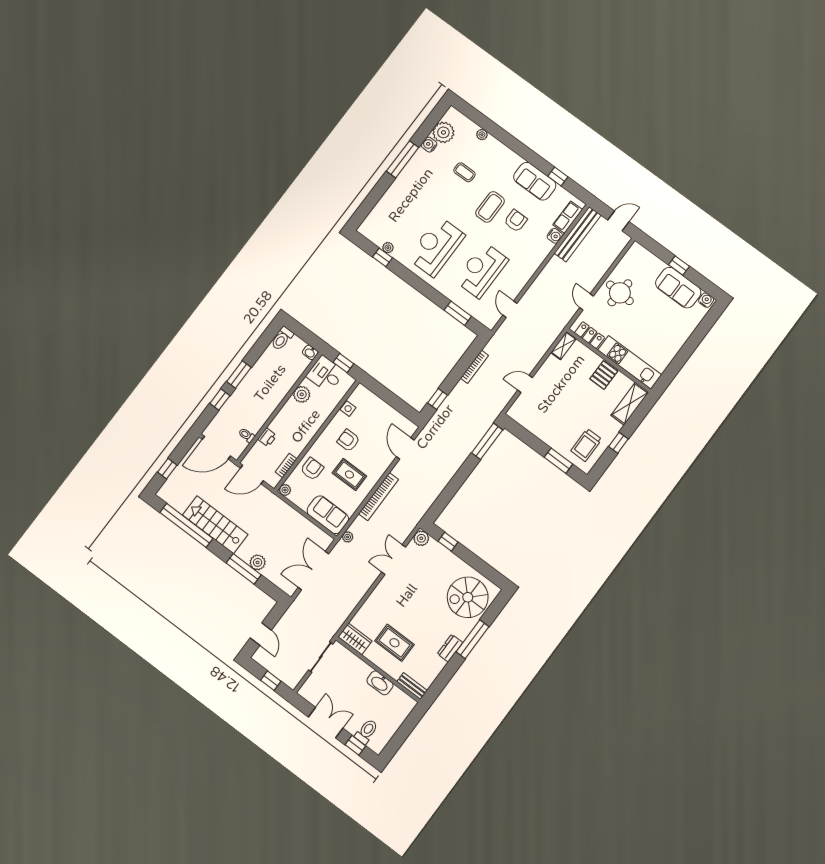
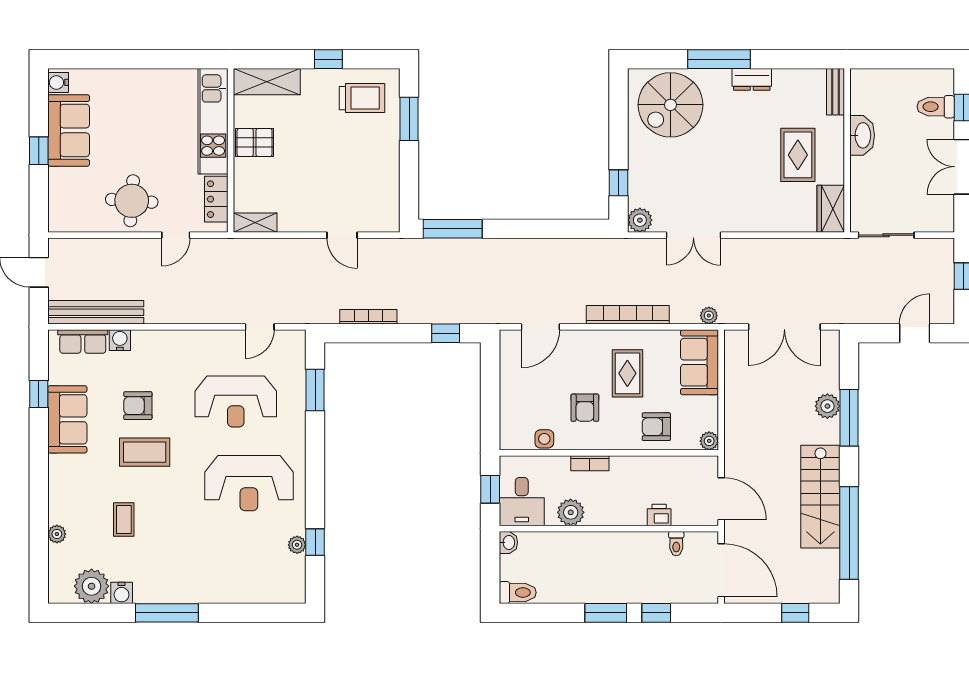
bookcase: (286, 466) -> (590, 463), moved
spiral stairs: (468, 597) -> (670, 105), turned 90

